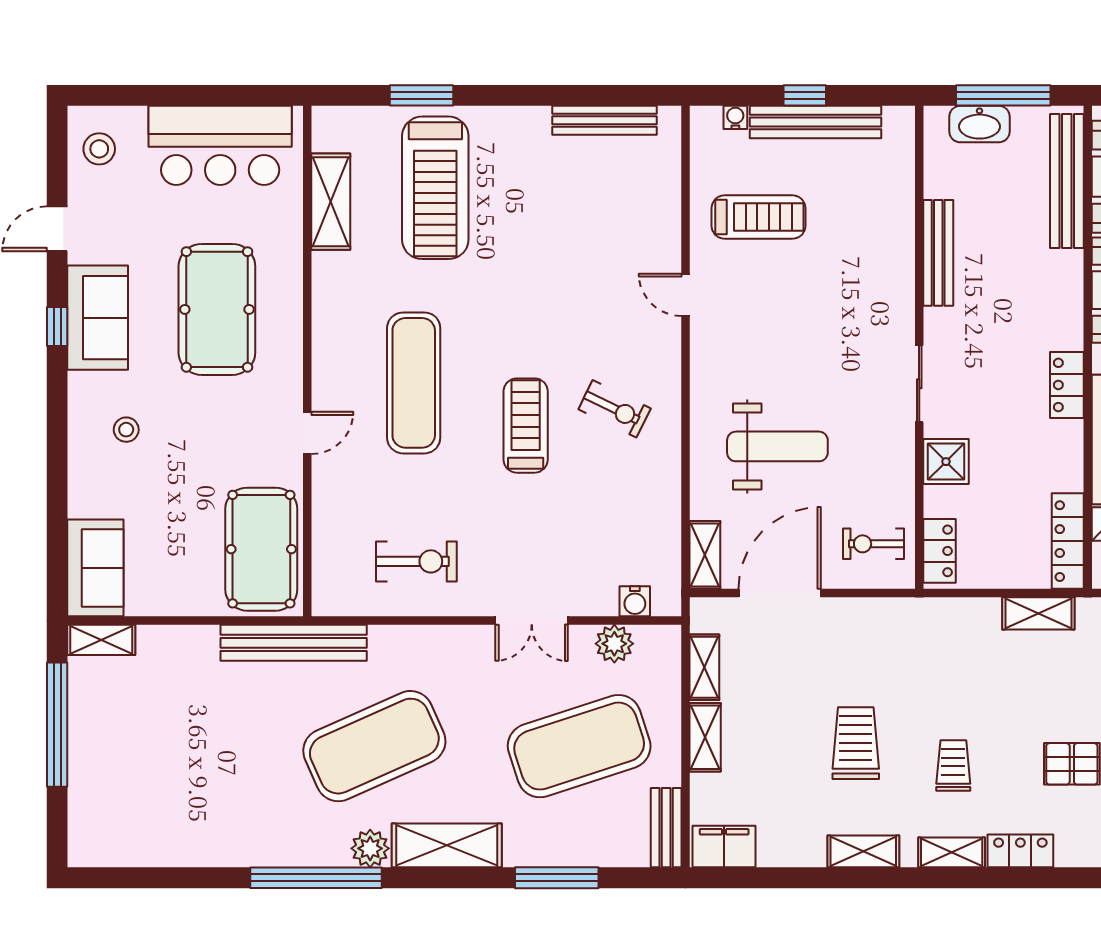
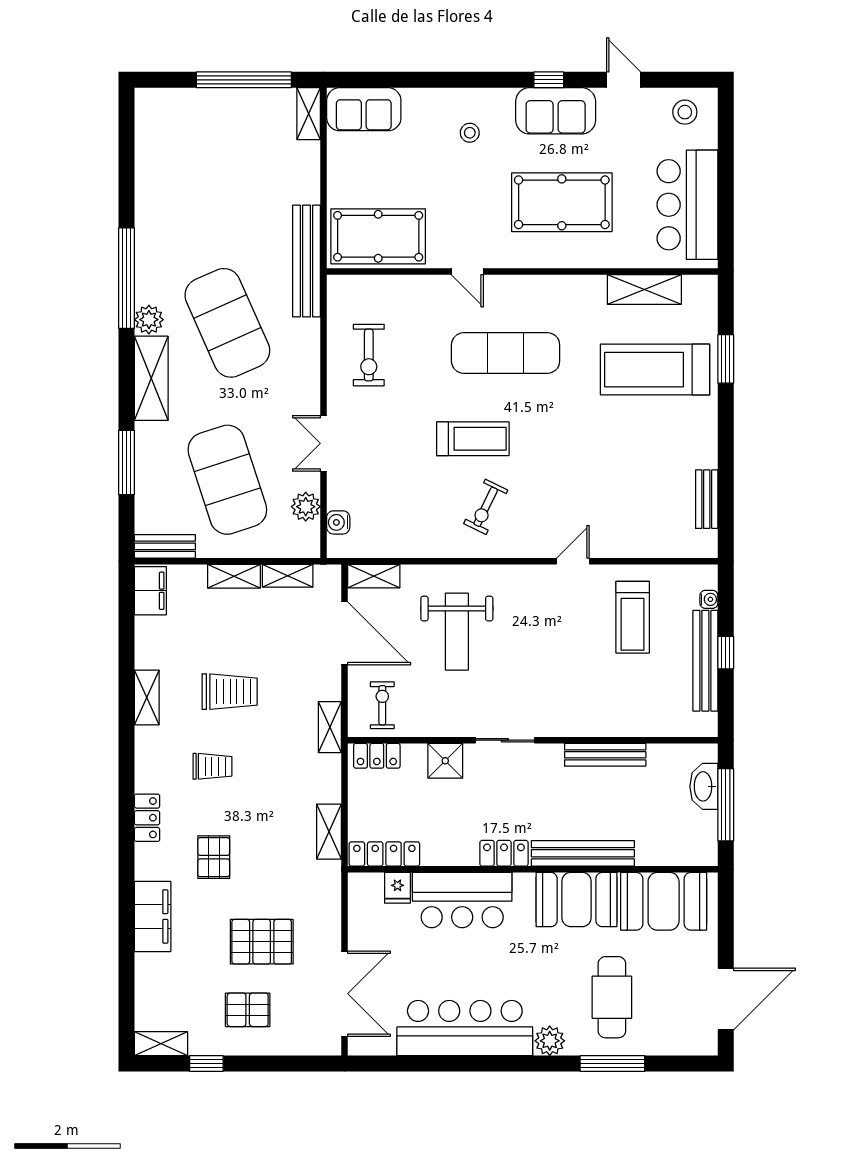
bench: (605, 120) -> (707, 499), width x0.73
bench: (1067, 181) -> (583, 853), moved
shelving: (952, 852) -> (330, 727), moved

